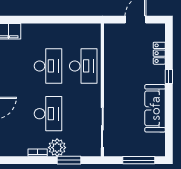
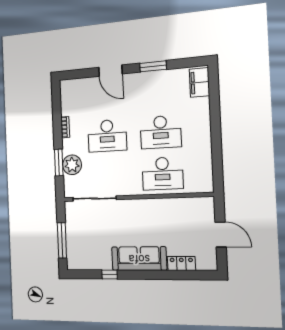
window: (169, 77) -> (110, 275), moved
sofa: (155, 108) -> (139, 259), moved
plant: (57, 148) -> (72, 165), moved

